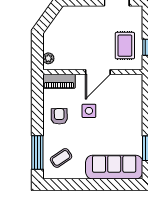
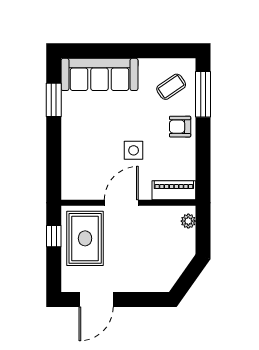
rug: (125, 46) -> (85, 238), width x1.36, depth x1.43
armchair: (59, 116) -> (180, 127), moved, turned 91

